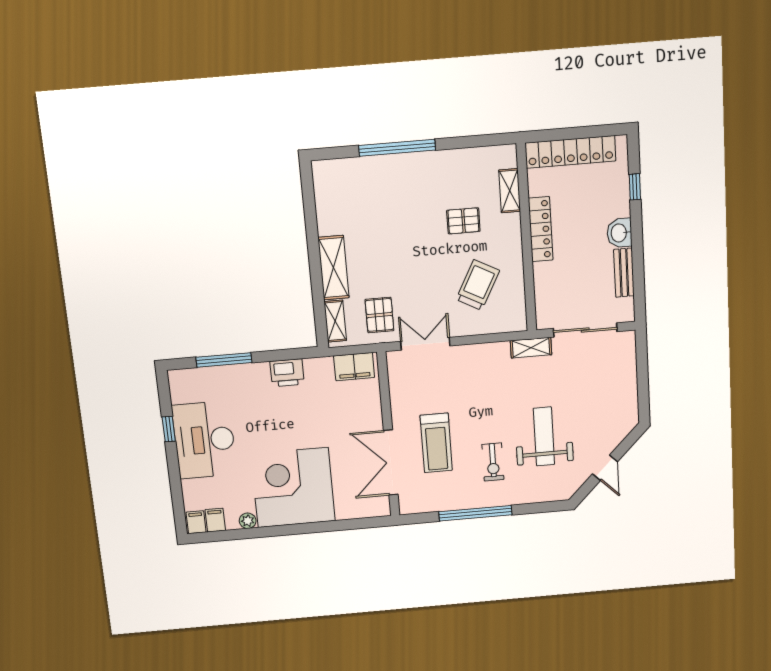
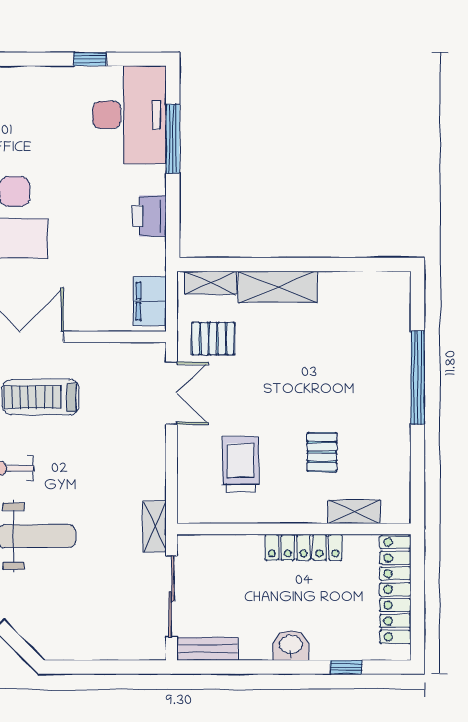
bench: (624, 273) -> (207, 649), moved
trolley: (478, 285) -> (241, 464), turned -118
desk: (204, 440) -> (129, 115), moved, turned 90

